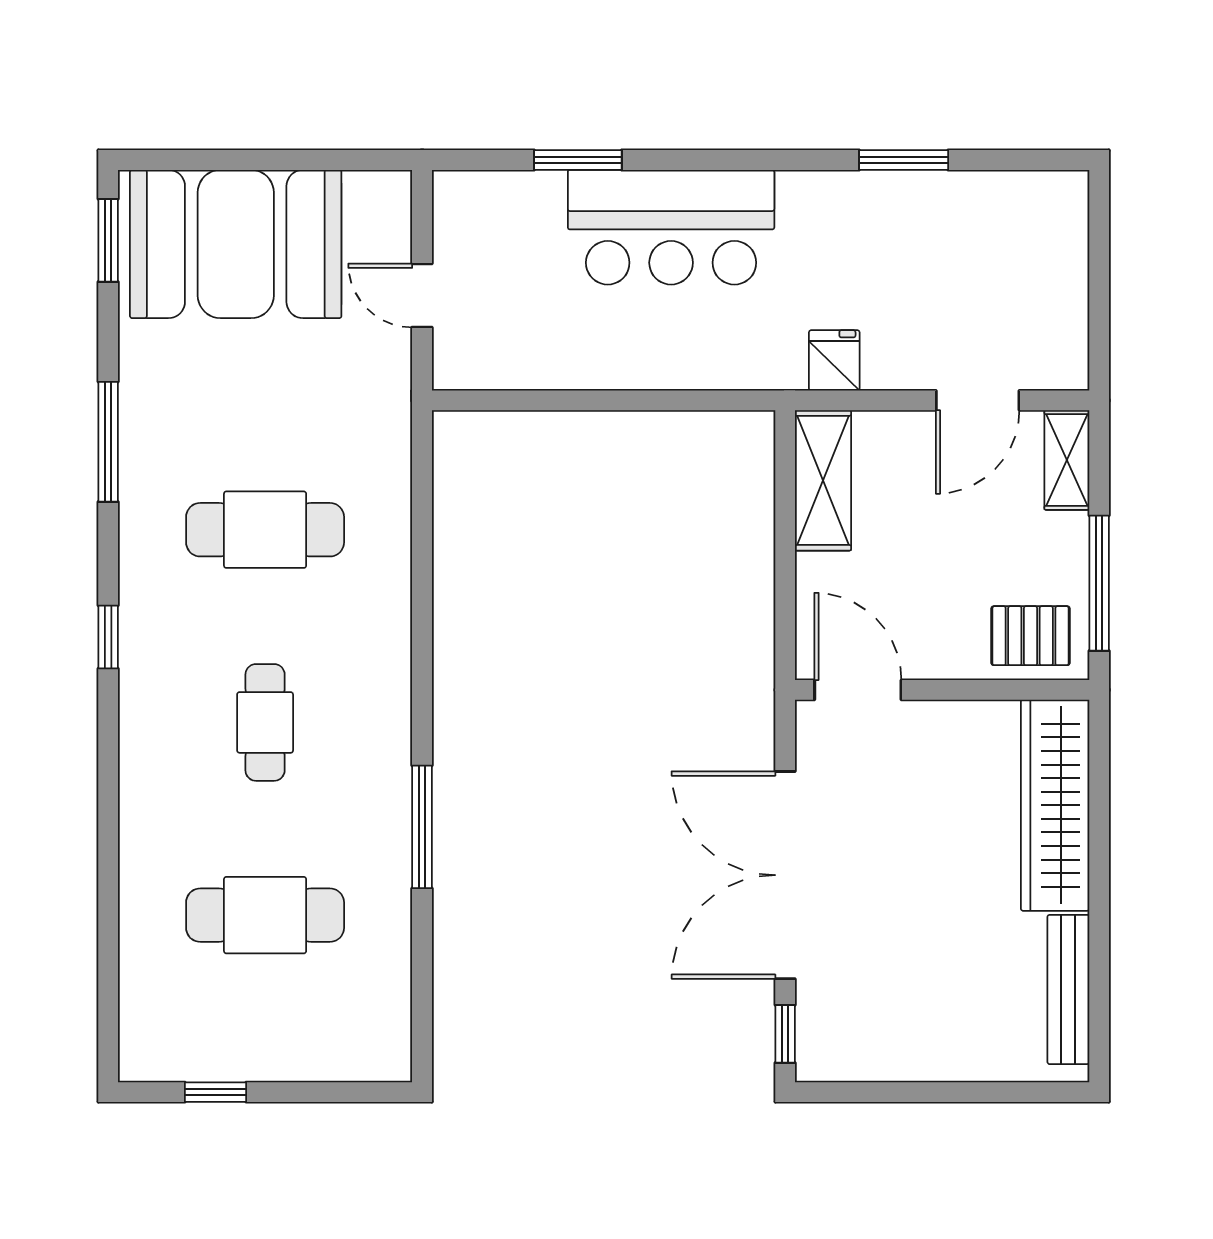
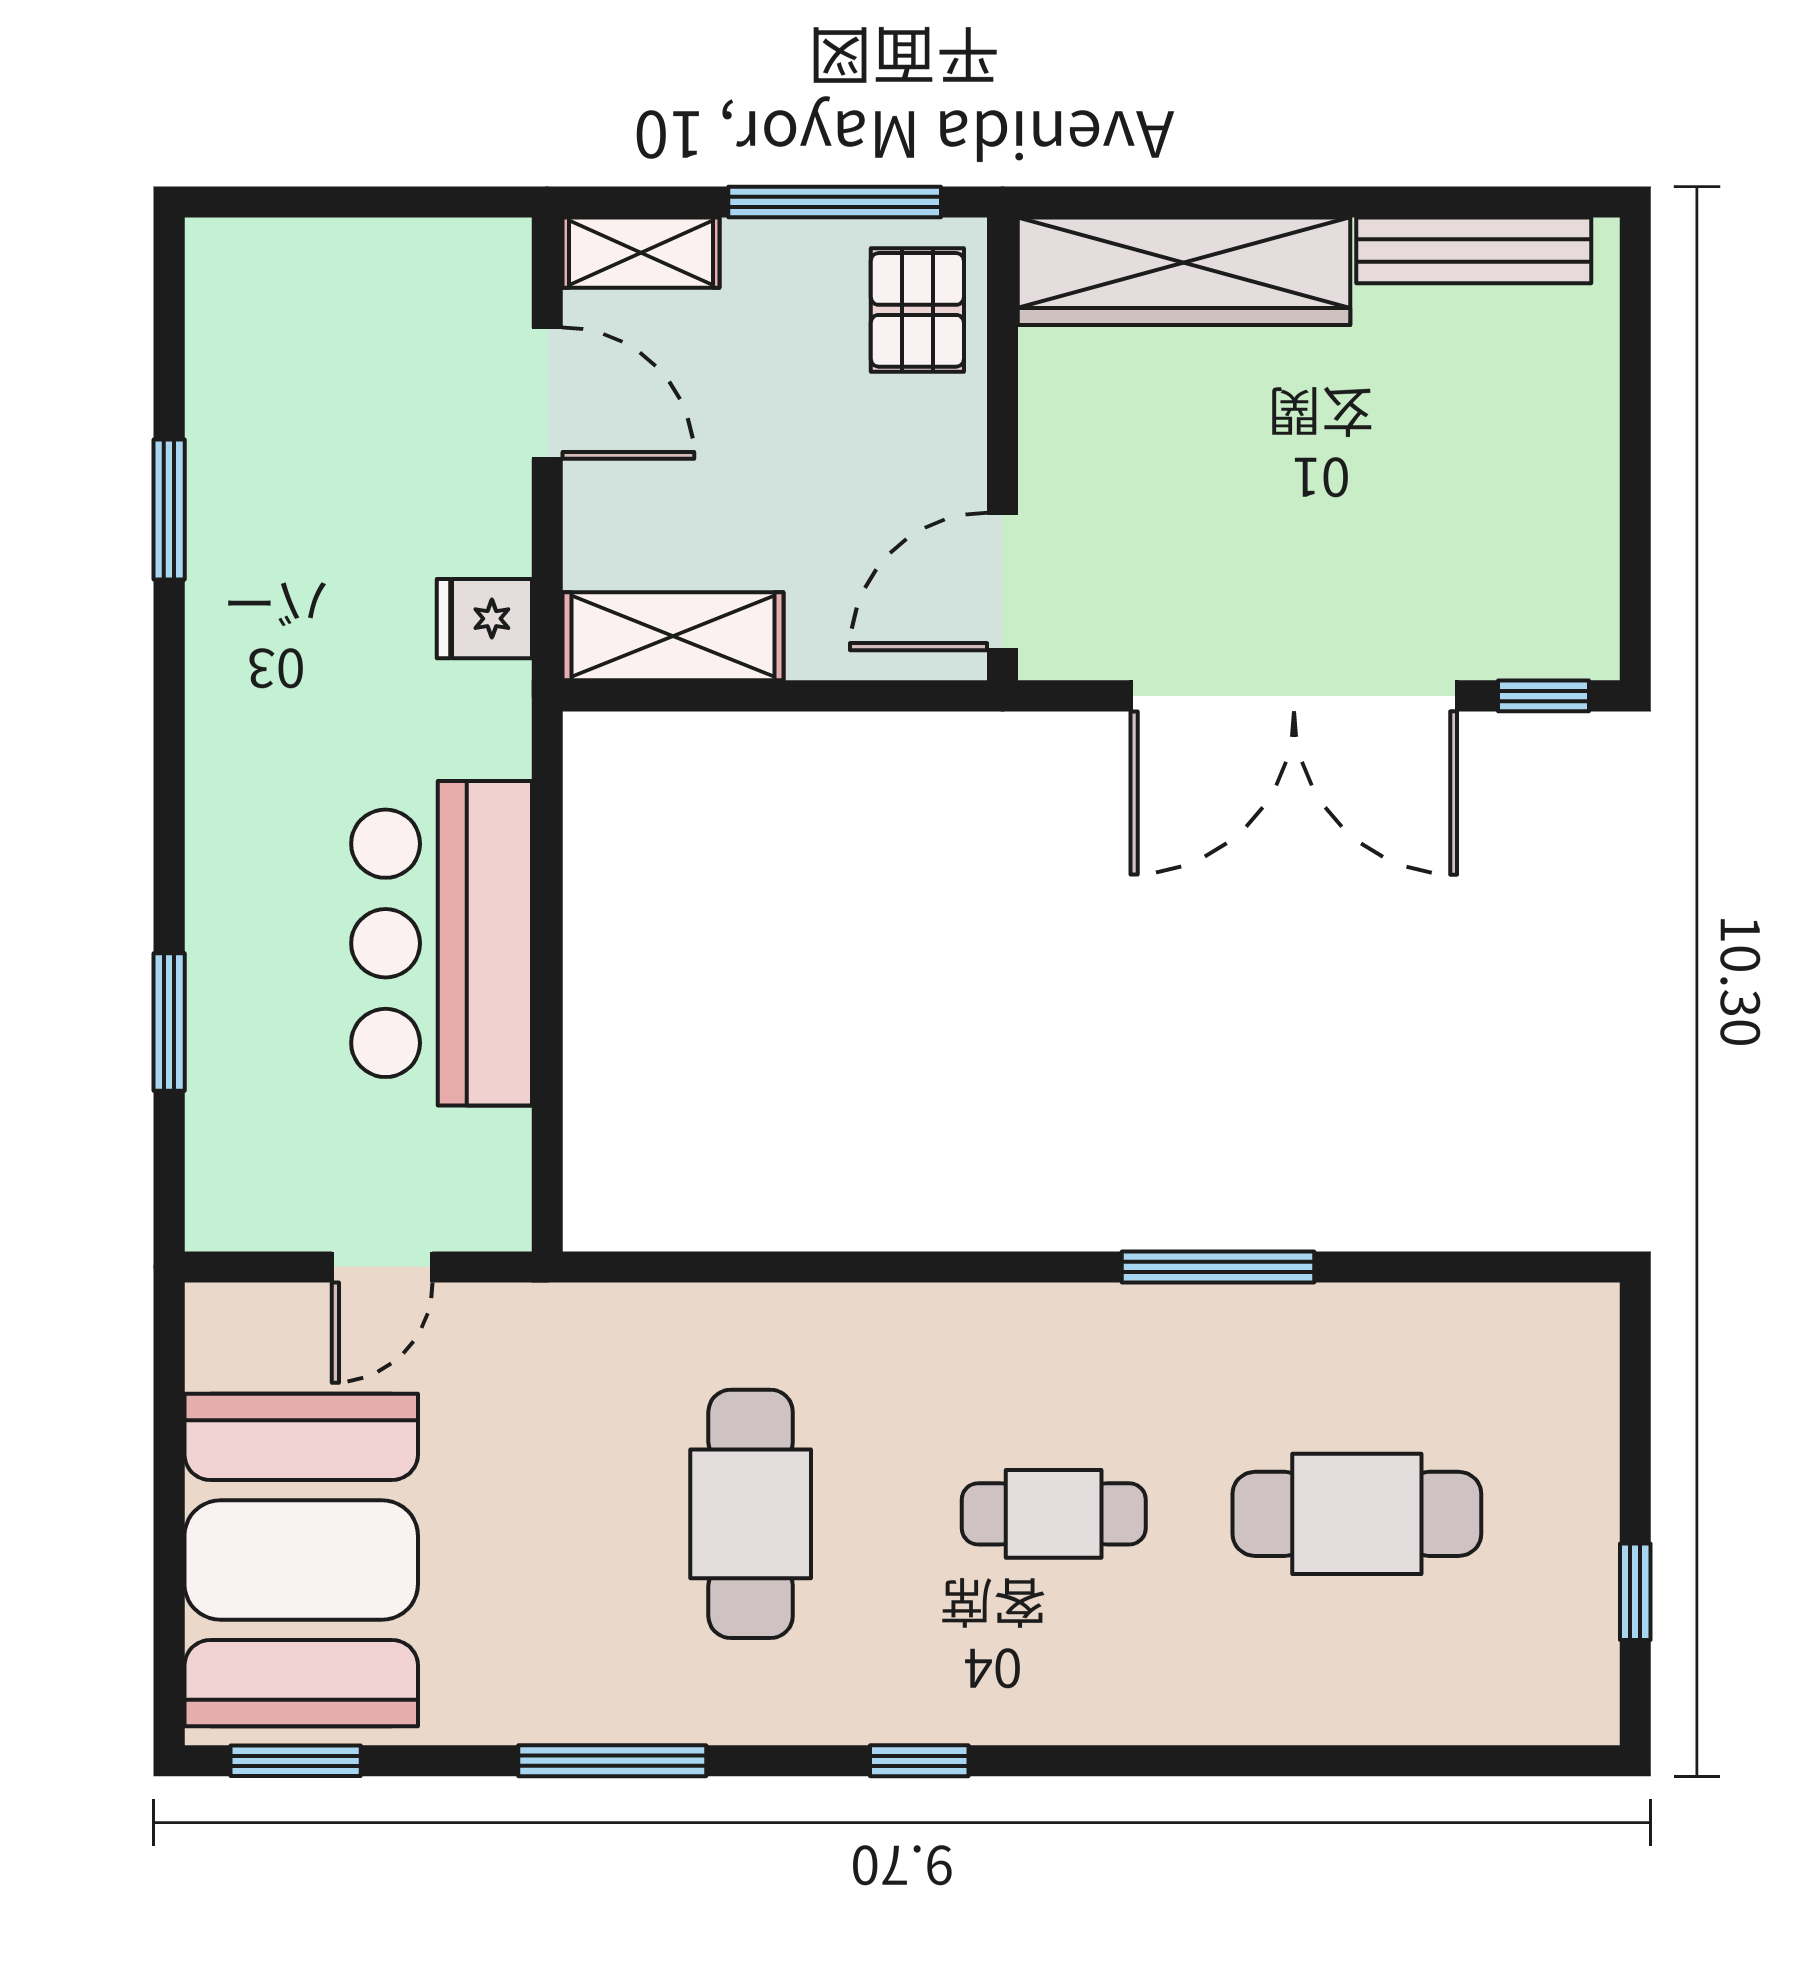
bar counter: (671, 227) -> (442, 943), moved, turned 180
cafe table: (265, 915) -> (1357, 1514), turned 90

